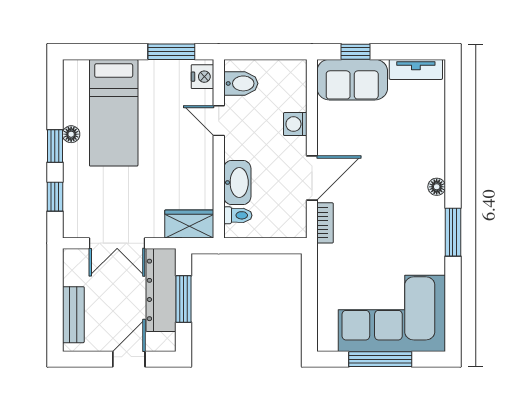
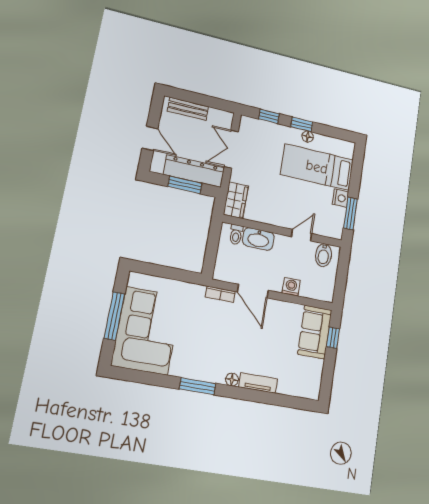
tv unit: (416, 69) -> (258, 383), moved, turned 90
nightstand: (203, 77) -> (340, 198), moved, turned -90

